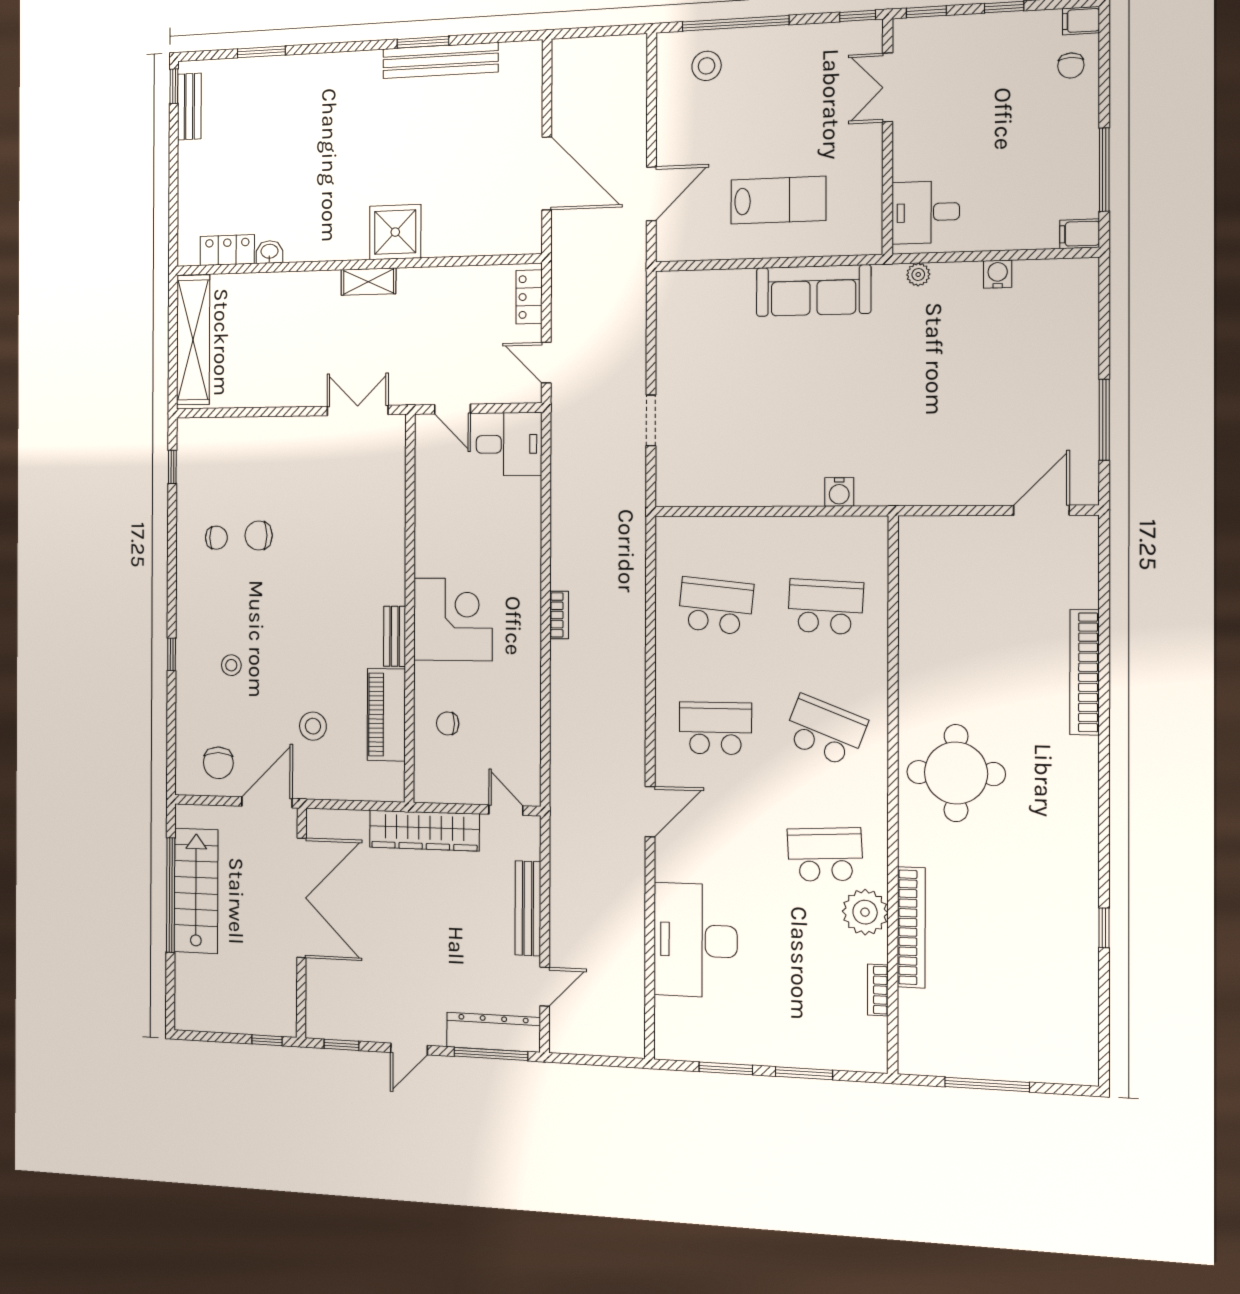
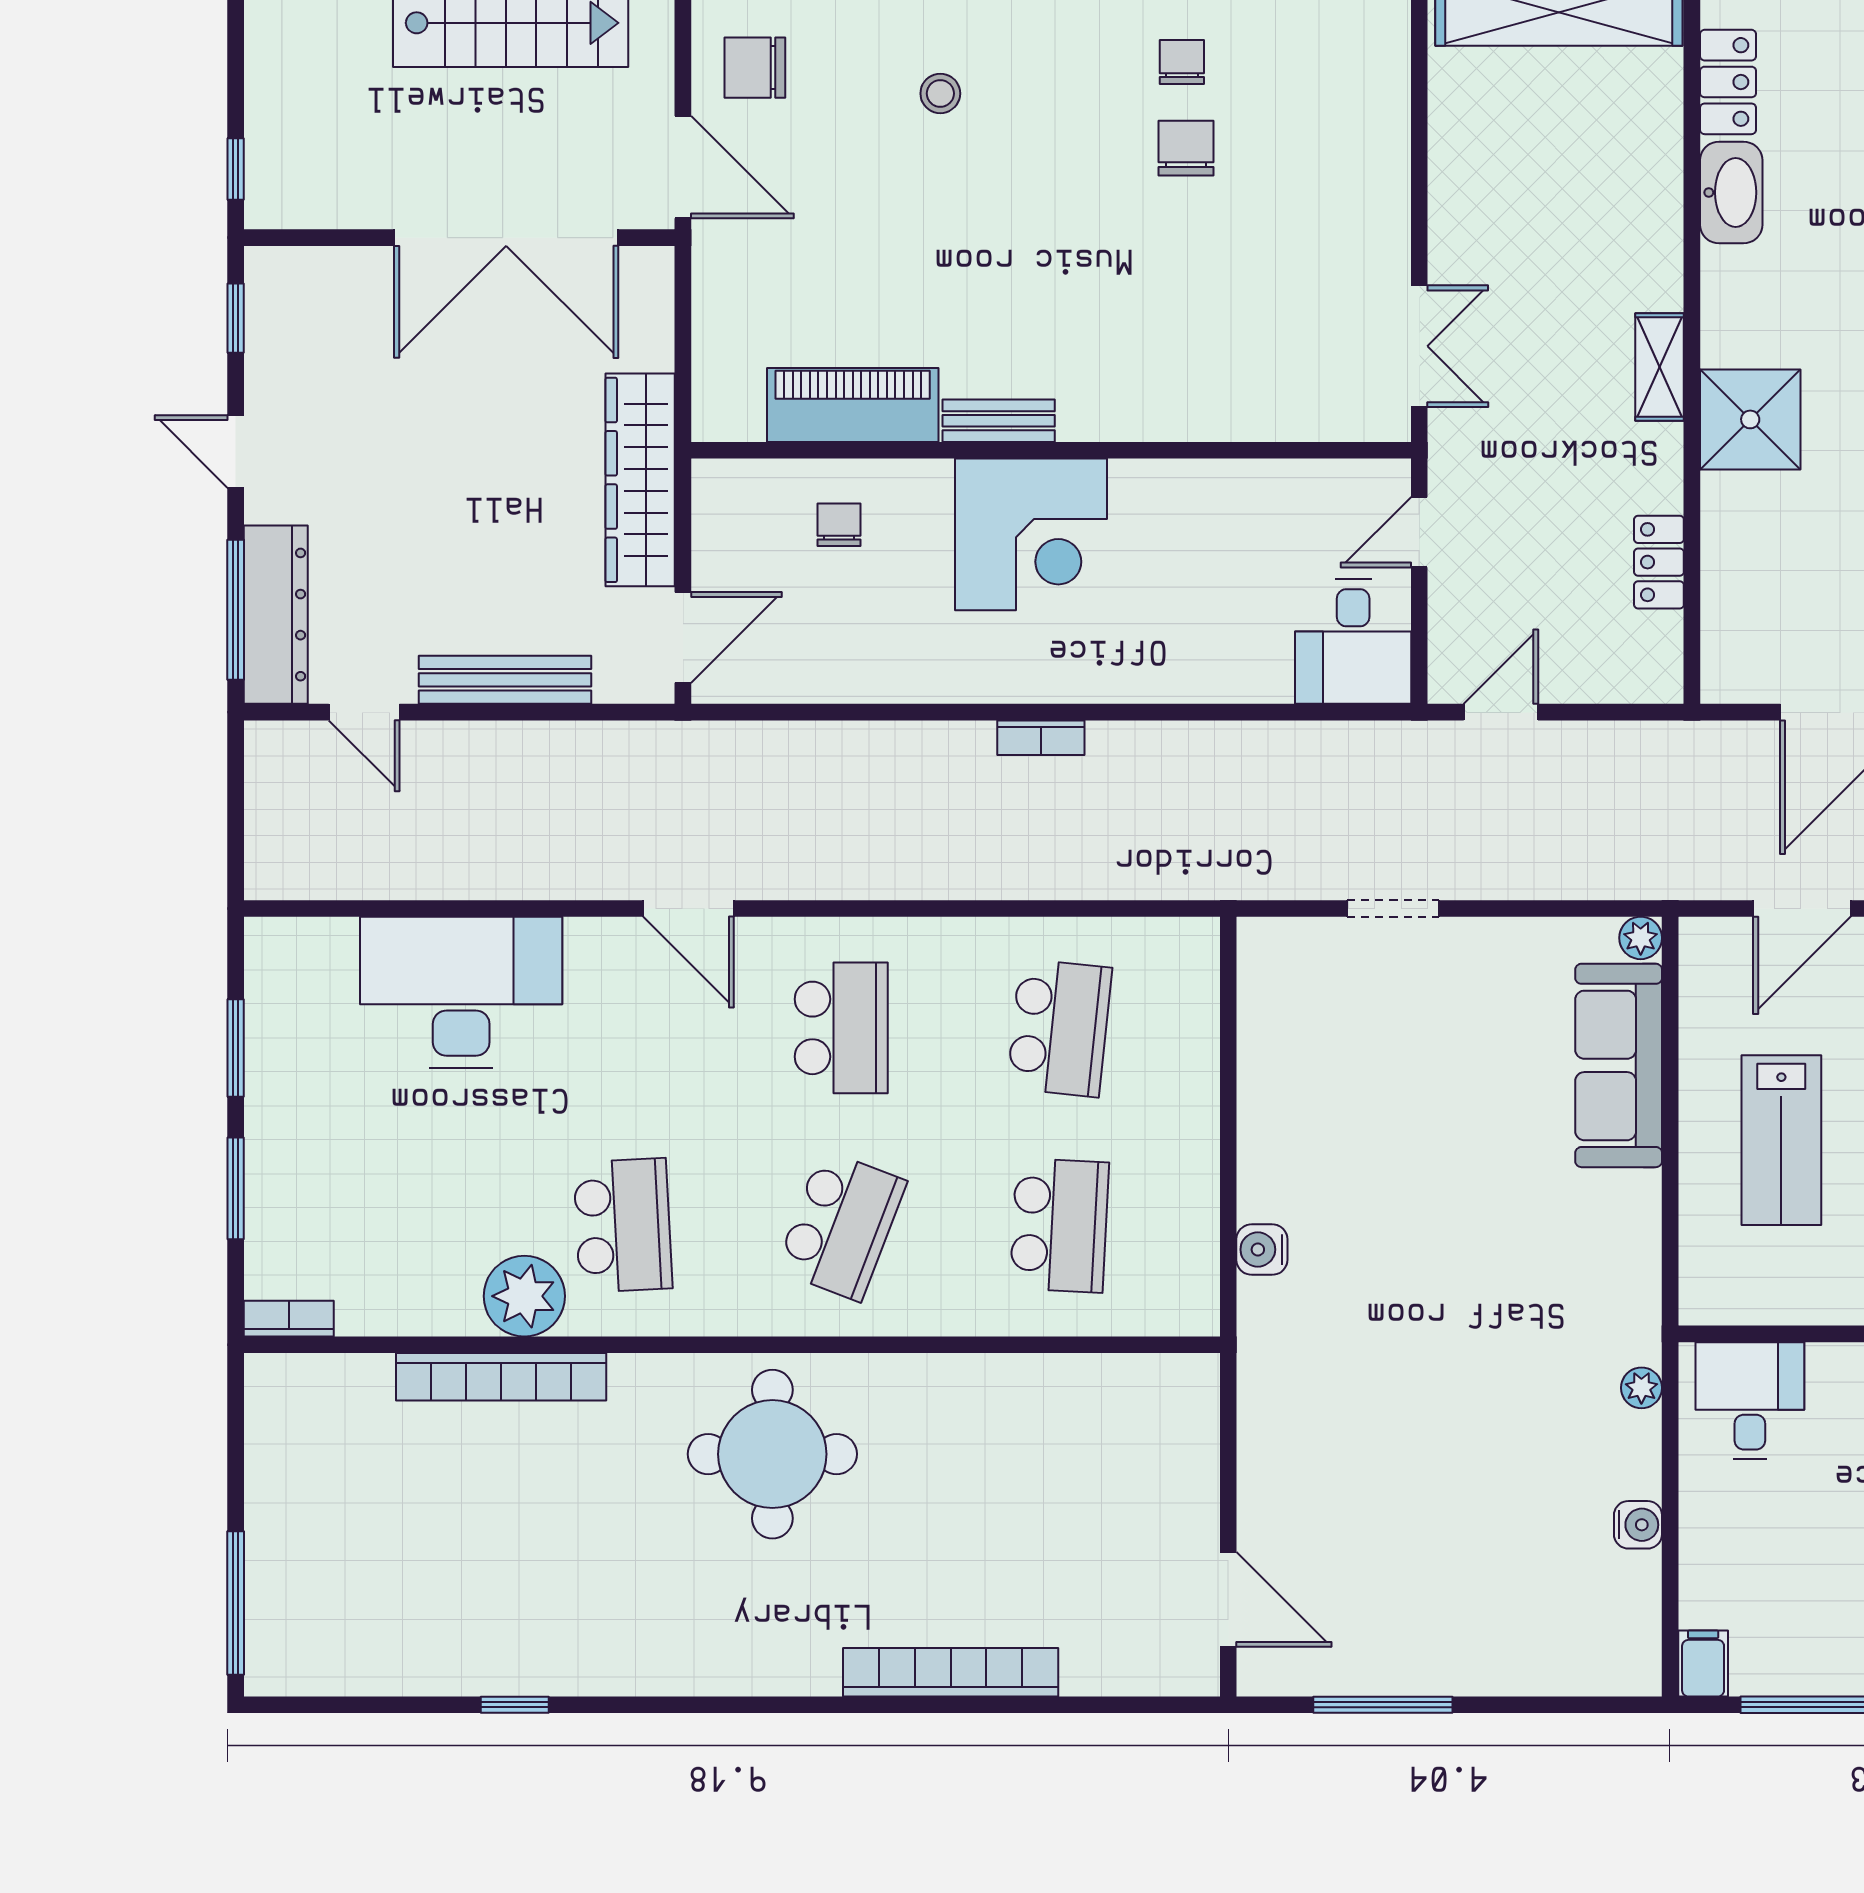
door: (651, 194) -> (1802, 908), hinge flipped
washbasin: (269, 252) -> (1731, 192), width x1.91, depth x1.45
plant: (667, 283) -> (1641, 938), added
sofa: (813, 291) -> (1619, 1065), moved
locker: (529, 297) -> (1659, 562), moved, turned -90
chair: (216, 538) -> (1182, 62), turned 180
stool: (313, 726) -> (828, 259), removed
door: (506, 810) -> (683, 638), width x1.38
bookcase: (878, 990) -> (289, 1319), moved
window: (987, 1084) -> (236, 1603), moved

